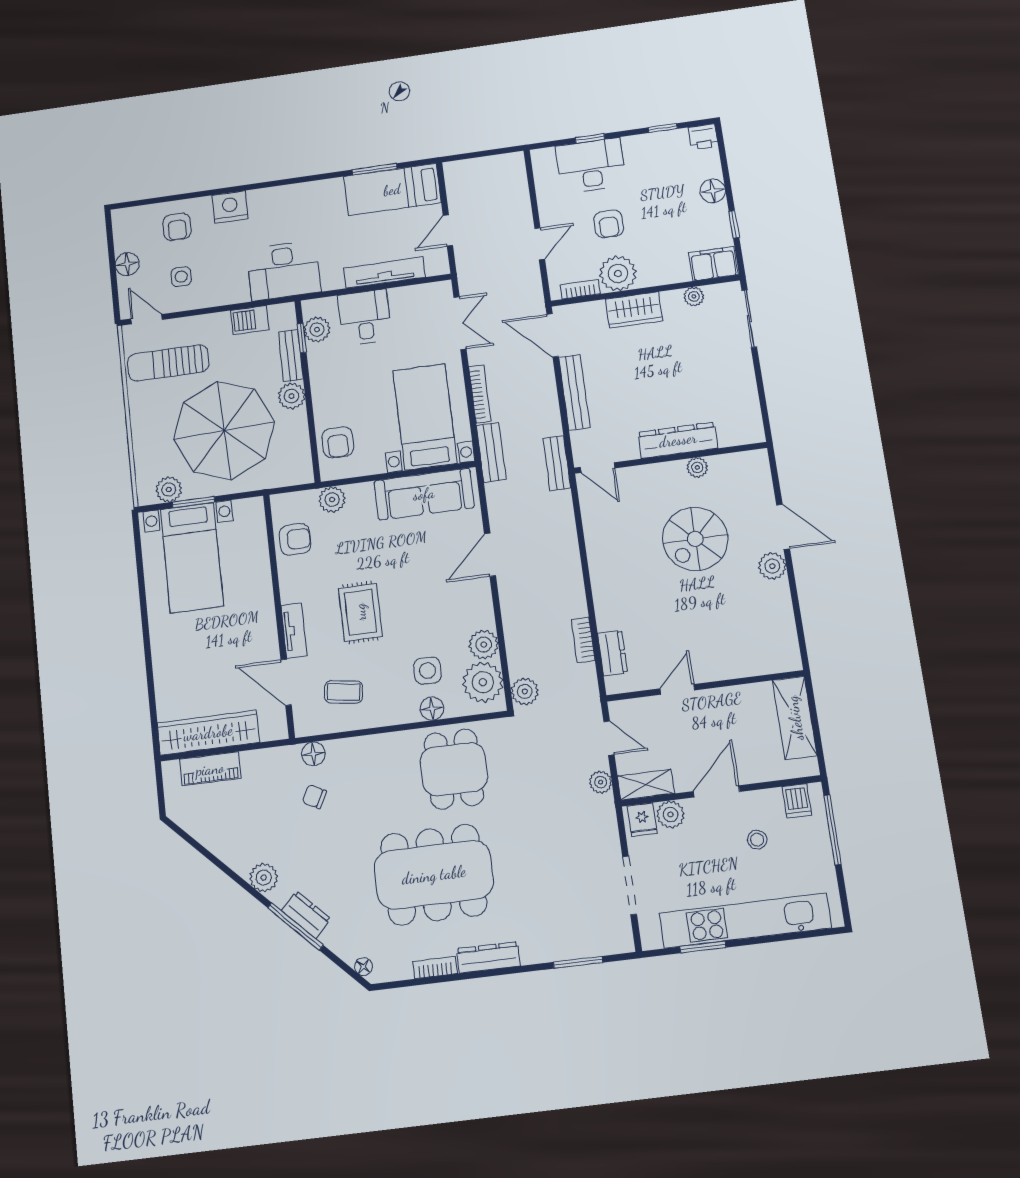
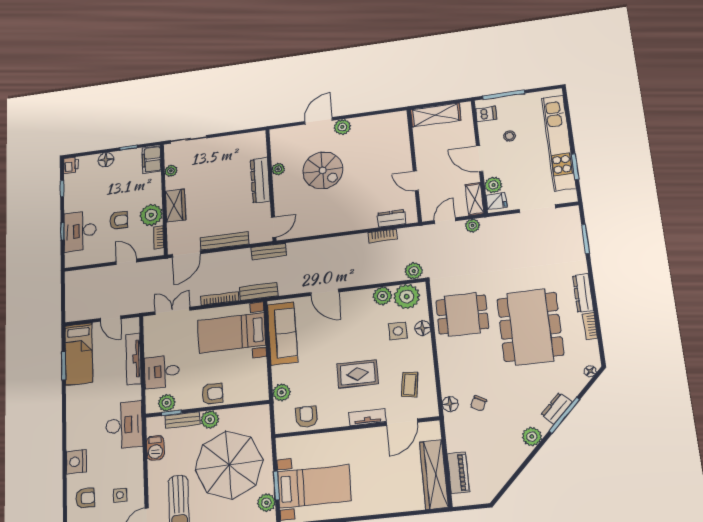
armchair: (338, 442) -> (212, 394), moved

